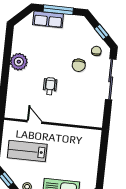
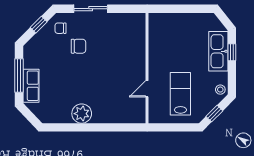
sliding door: (111, 79) -> (91, 9), width x0.73
wheelchair: (50, 86) -> (105, 76), removed
lab bench: (27, 151) -> (180, 94), turned 180

